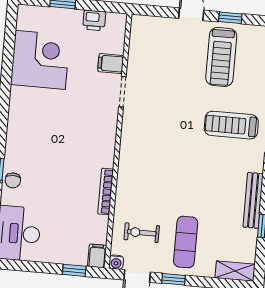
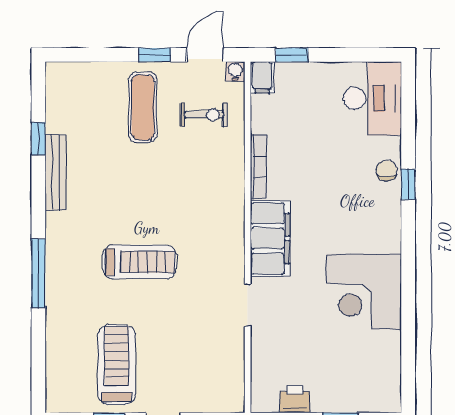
corner desk: (40, 60) -> (364, 292), moved
filing cabinet: (111, 64) -> (270, 238), moved, width x3.00, depth x1.17
treadmill: (231, 125) -> (139, 262), moved
shelving: (235, 271) -> (72, 74), removed

